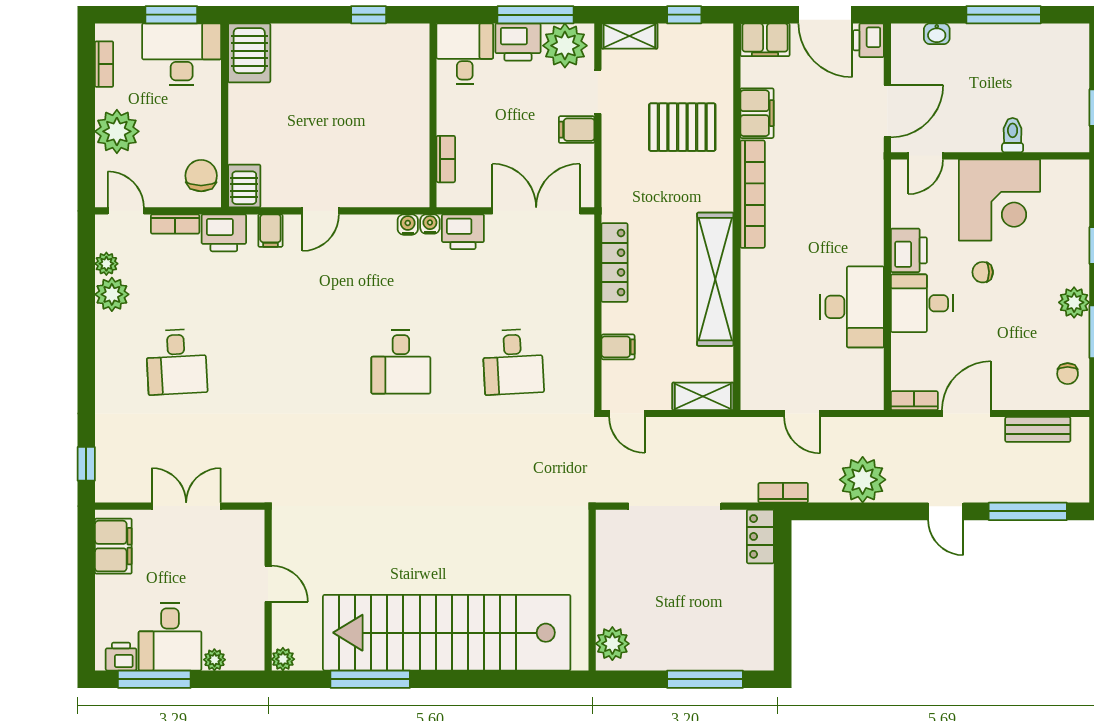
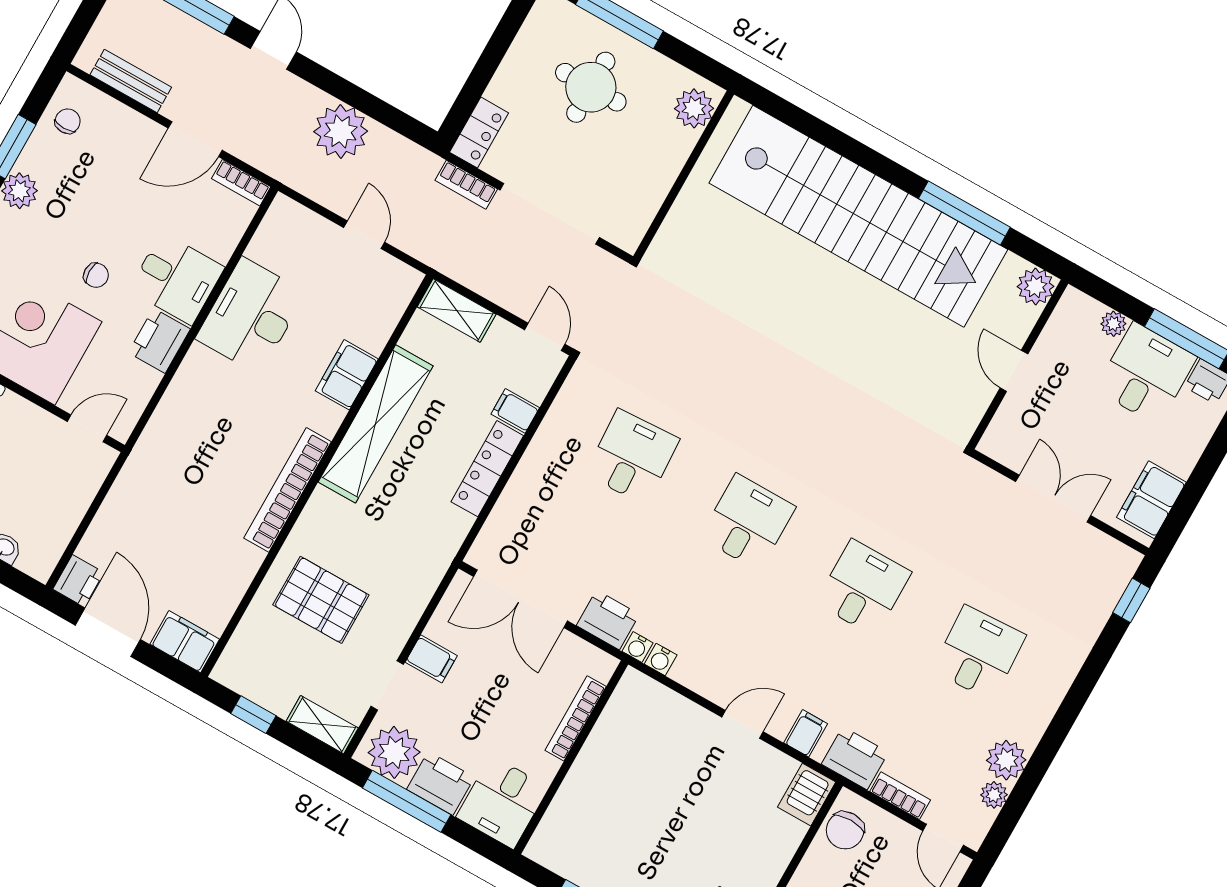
door: (887, 111) -> (100, 497), removed
filing cabinet: (757, 113) -> (347, 375), moved
bookcase: (446, 159) -> (576, 718), width x1.56
locker: (614, 263) -> (487, 469), moved
desk: (289, 362) -> (863, 588), added
bookcase: (783, 493) -> (466, 185), moved
double door: (186, 506) -> (1053, 499), swing flipped
round table: (697, 616) -> (591, 87), added
plant: (283, 659) -> (1036, 286), width x1.38, depth x1.38

